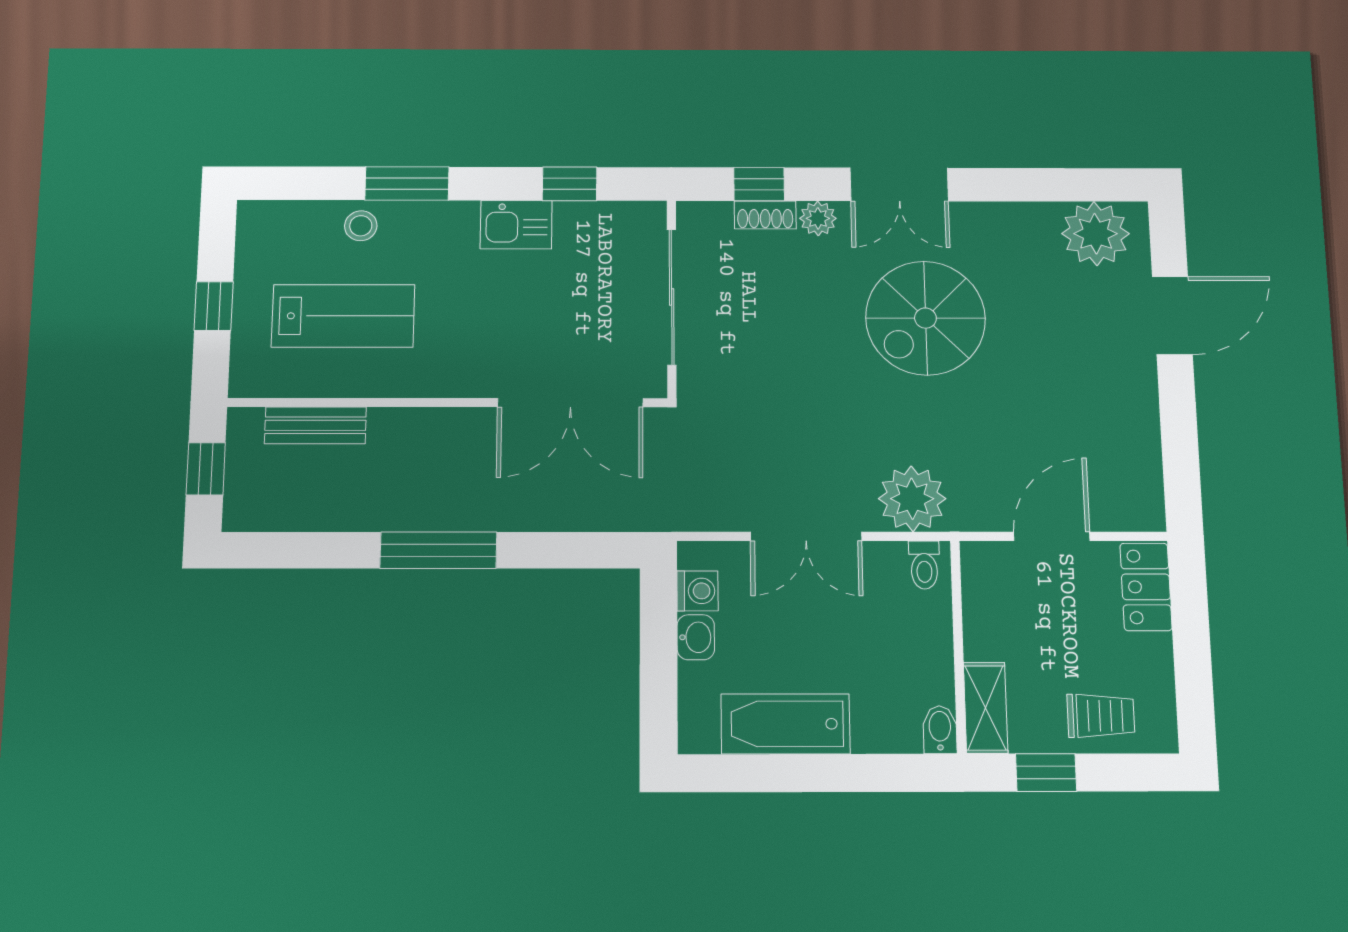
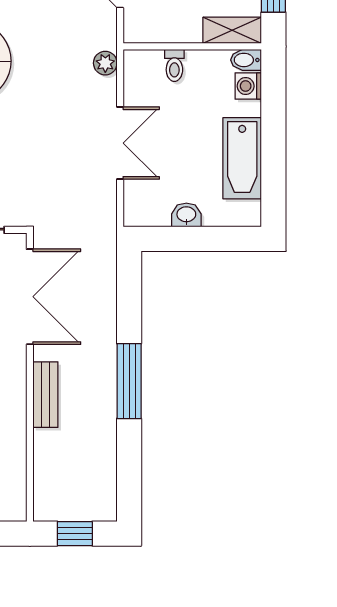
bench: (315, 425) -> (45, 395), moved
plant: (912, 499) -> (105, 63), width x0.53, depth x0.53
toilet: (924, 565) -> (174, 65), moved, turned 90
washing machine: (697, 591) -> (248, 86), moved, turned -90

